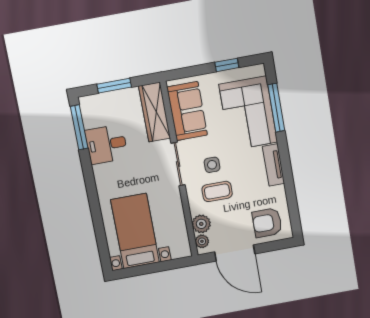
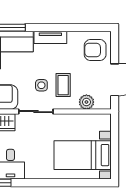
armchair: (267, 223) -> (95, 50), turned 90
plant: (202, 241) -> (100, 104), removed

